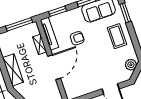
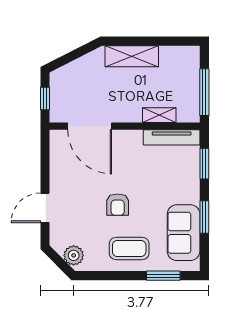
armchair: (77, 38) -> (118, 205), moved
door: (54, 67) -> (90, 126), moved

